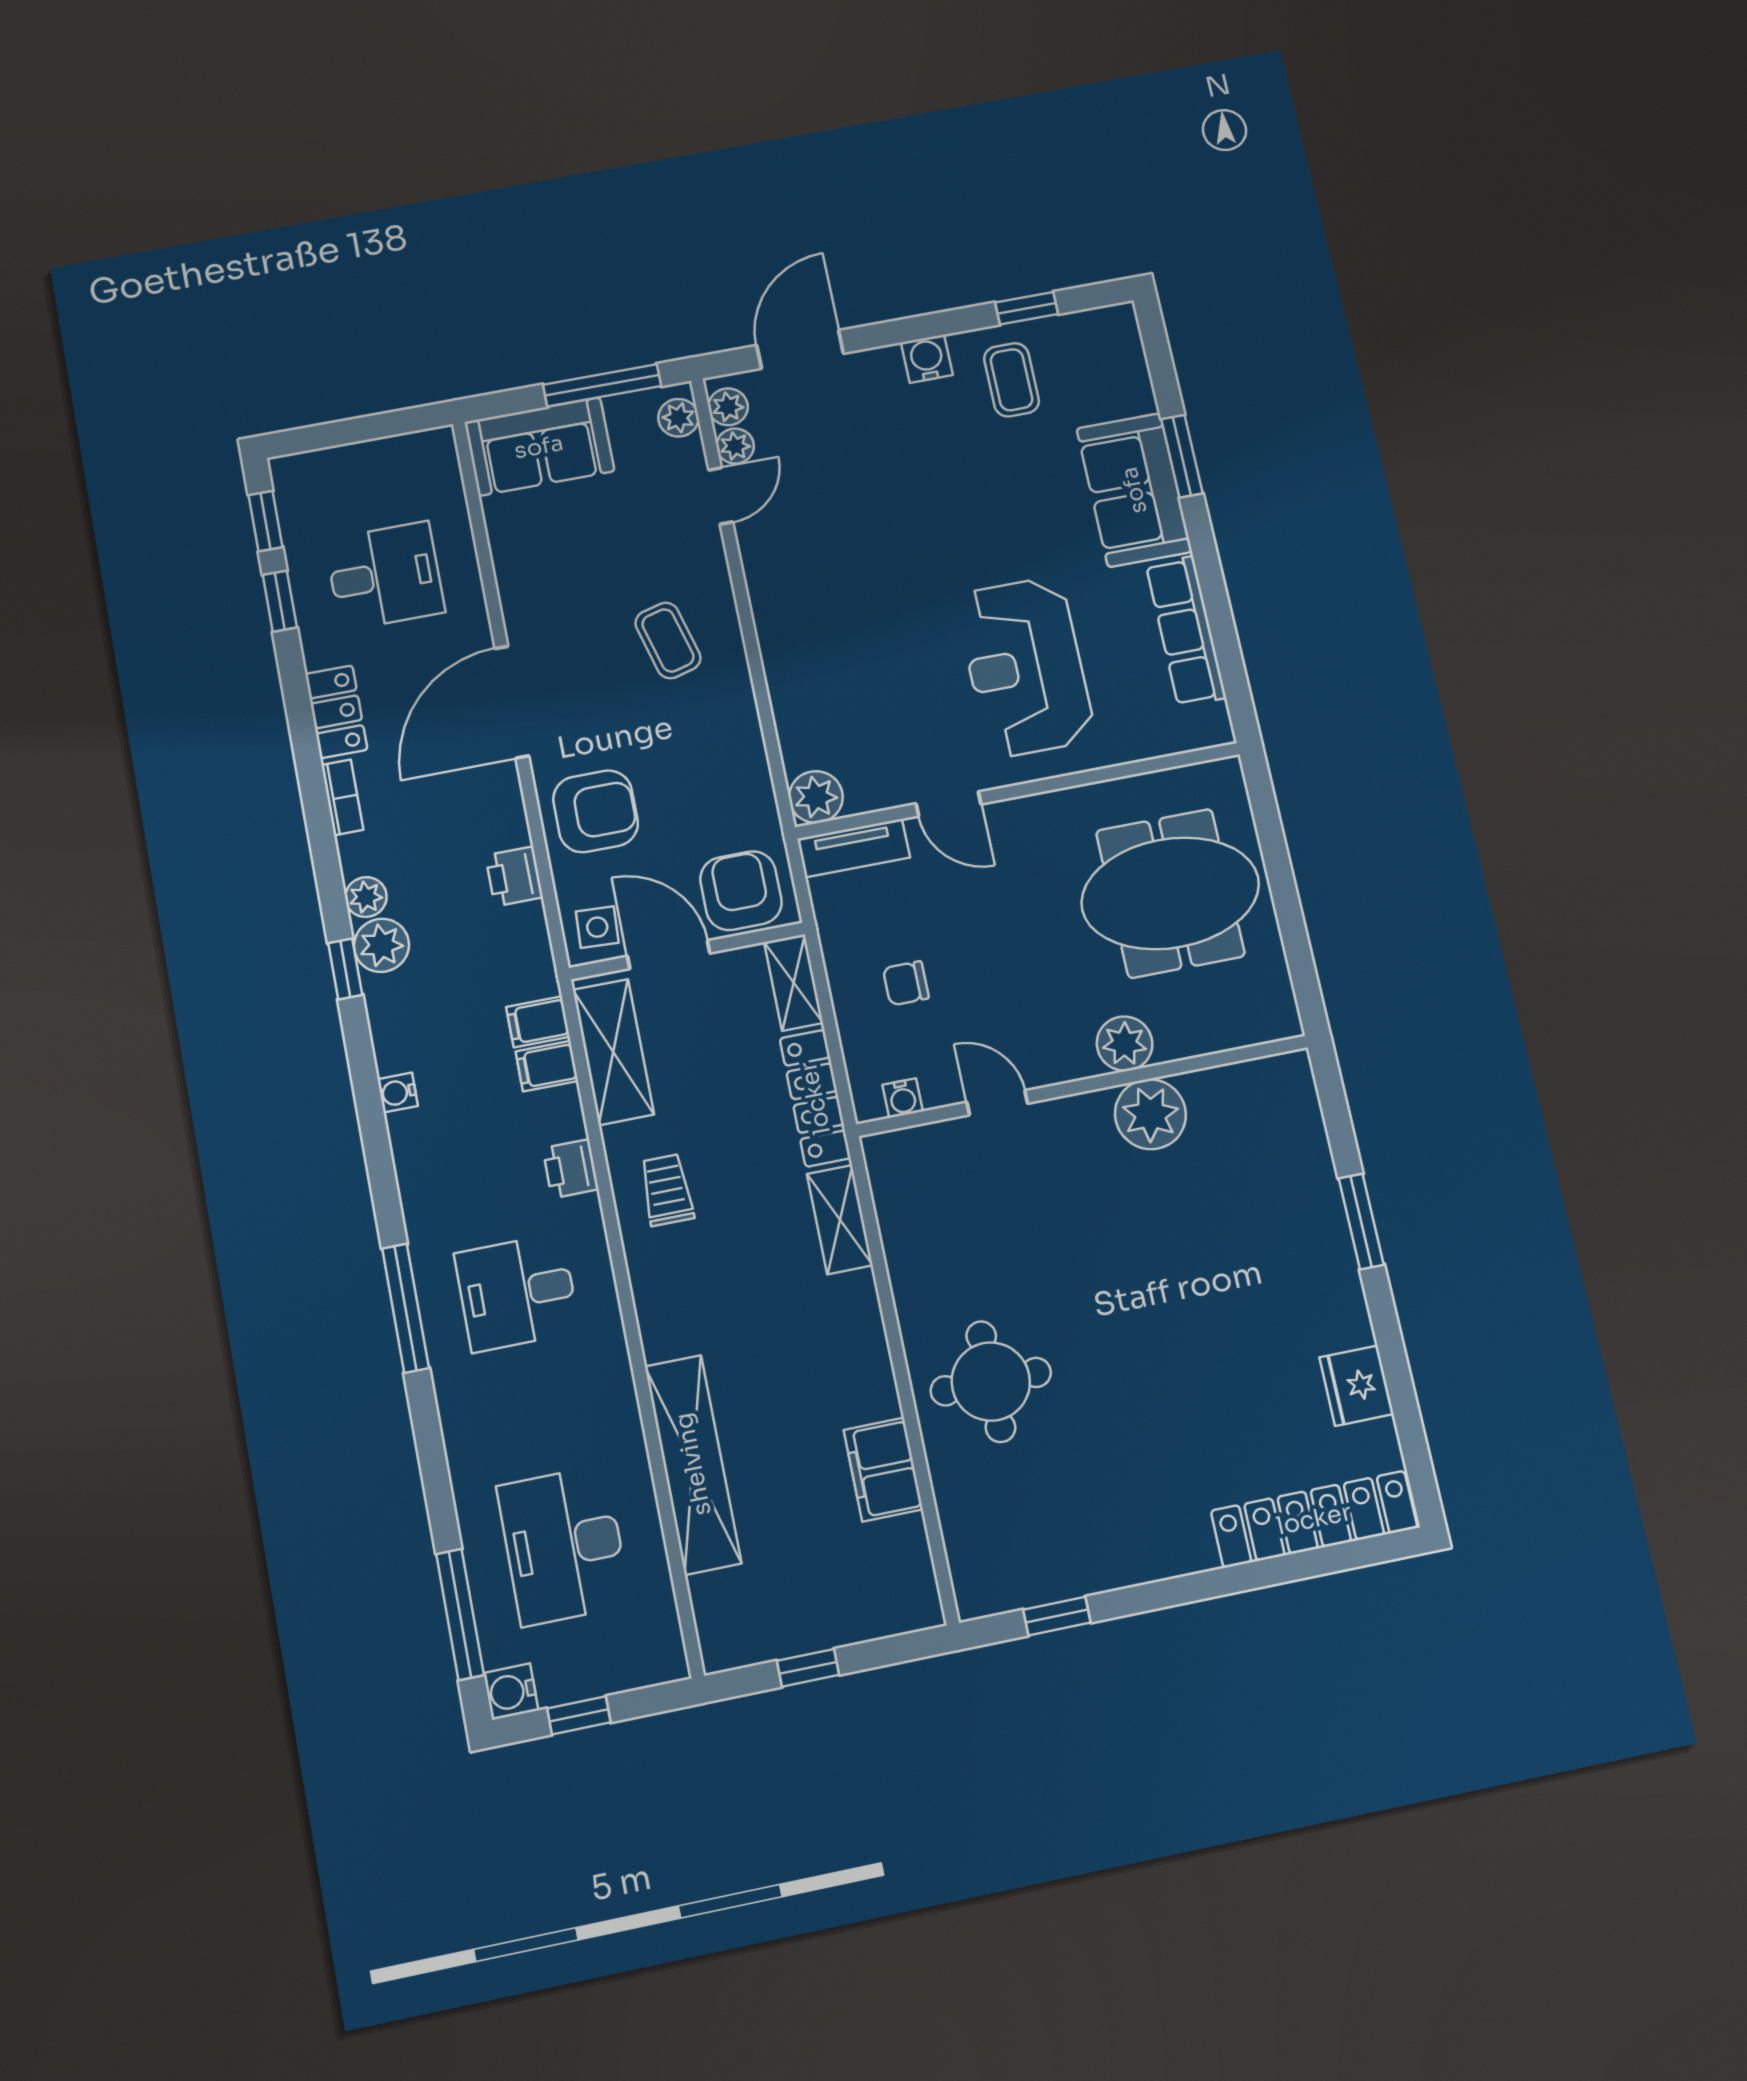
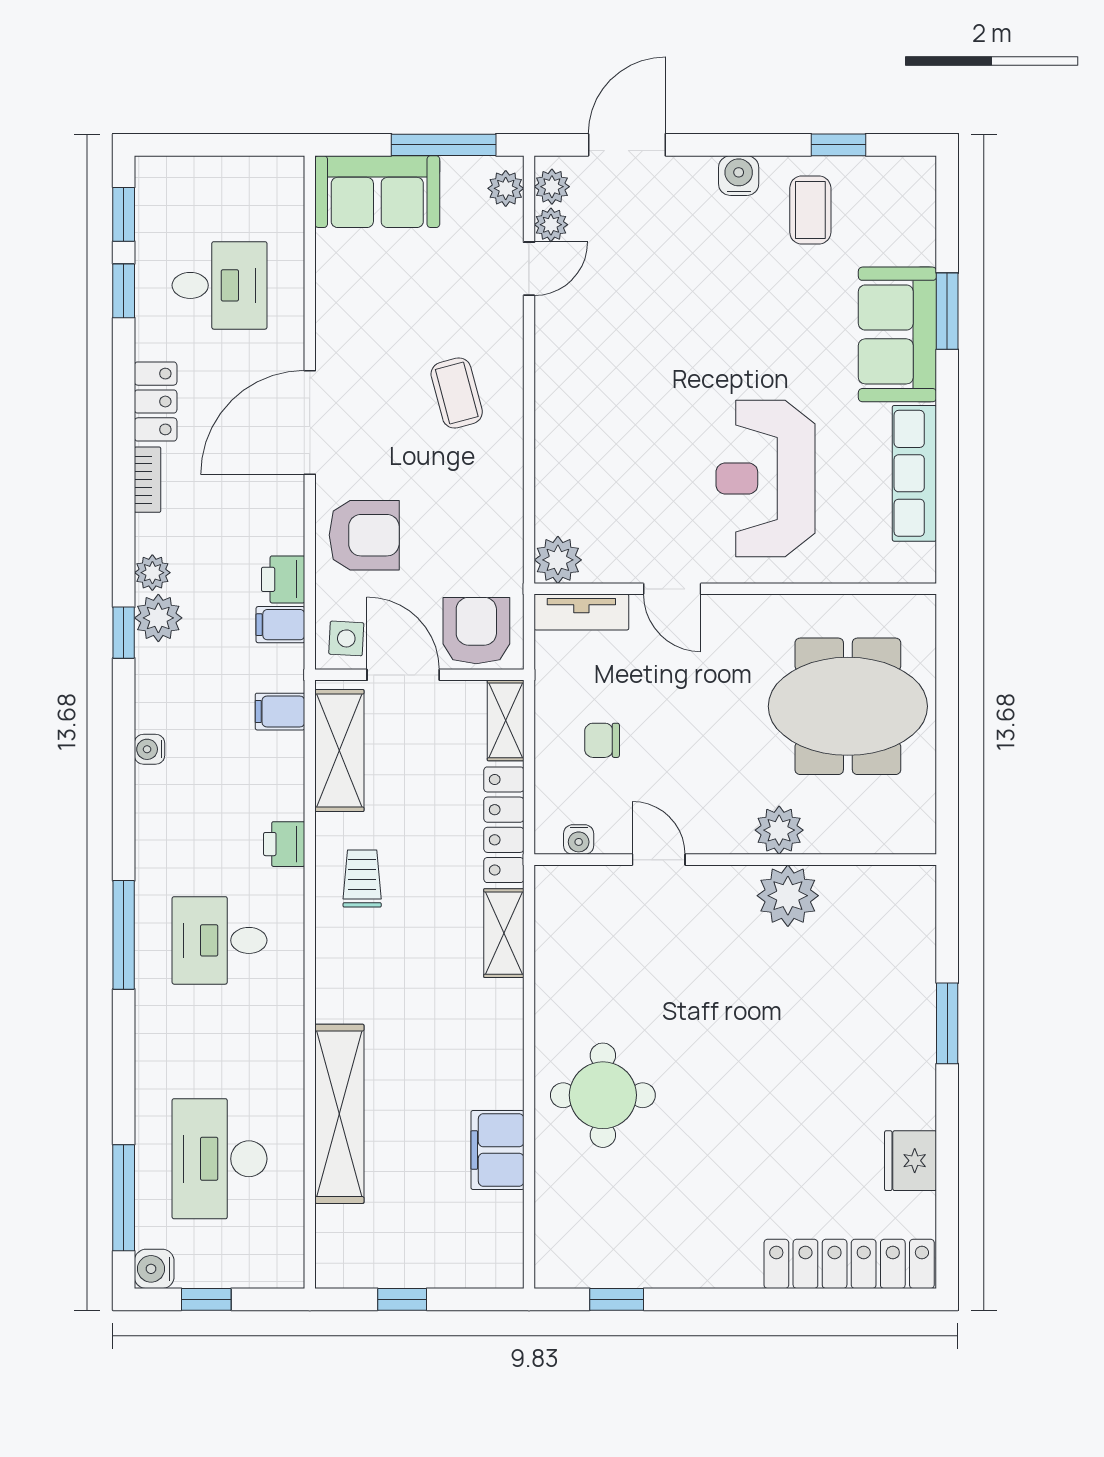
filing cabinet: (547, 1066) -> (280, 625), moved

